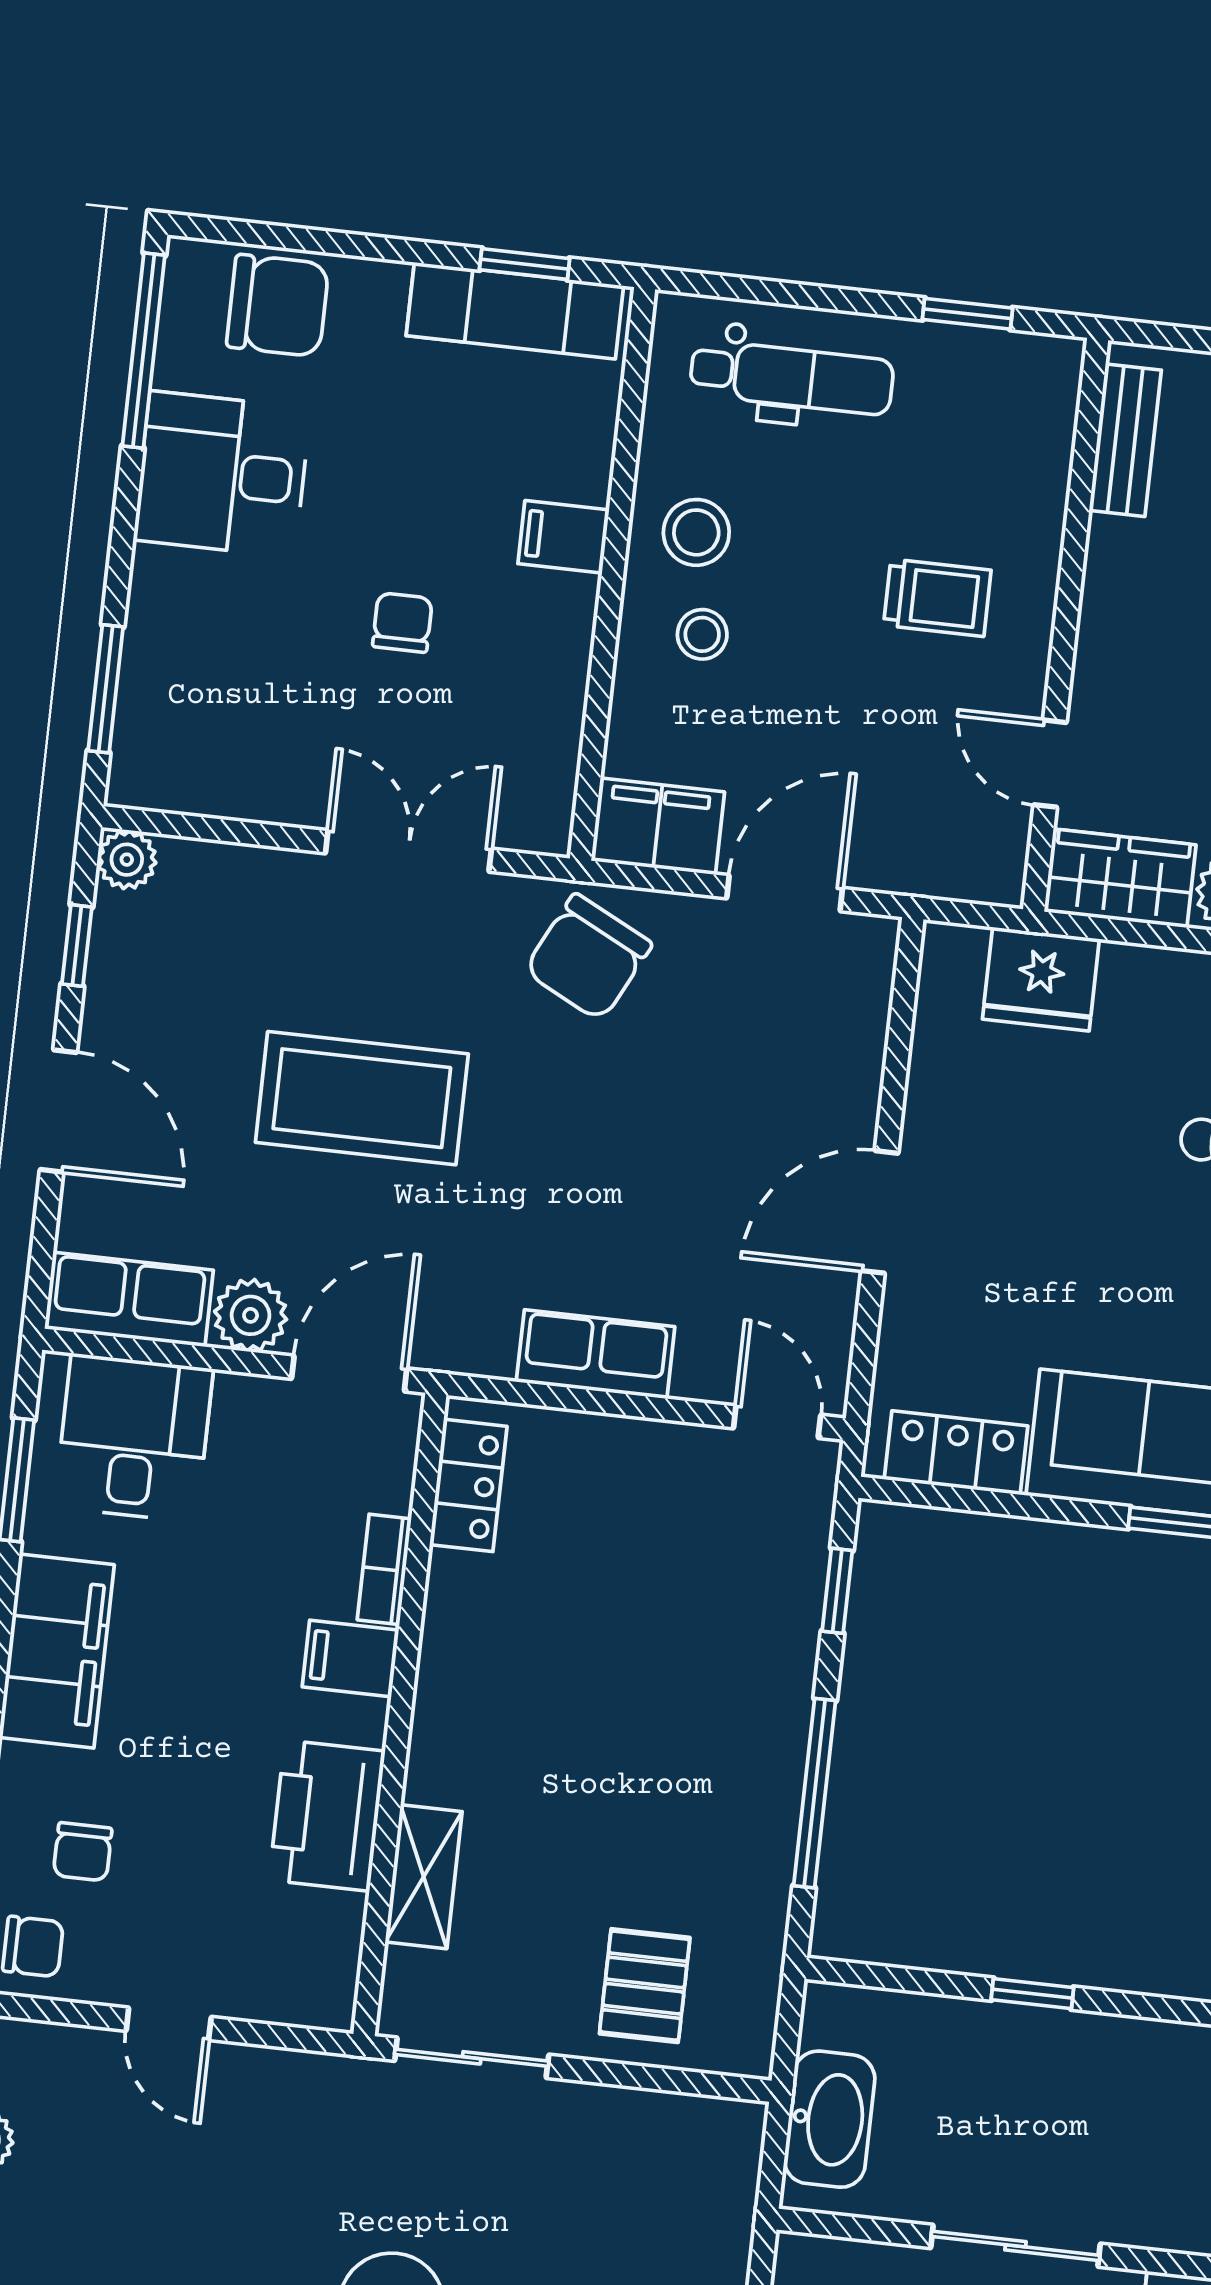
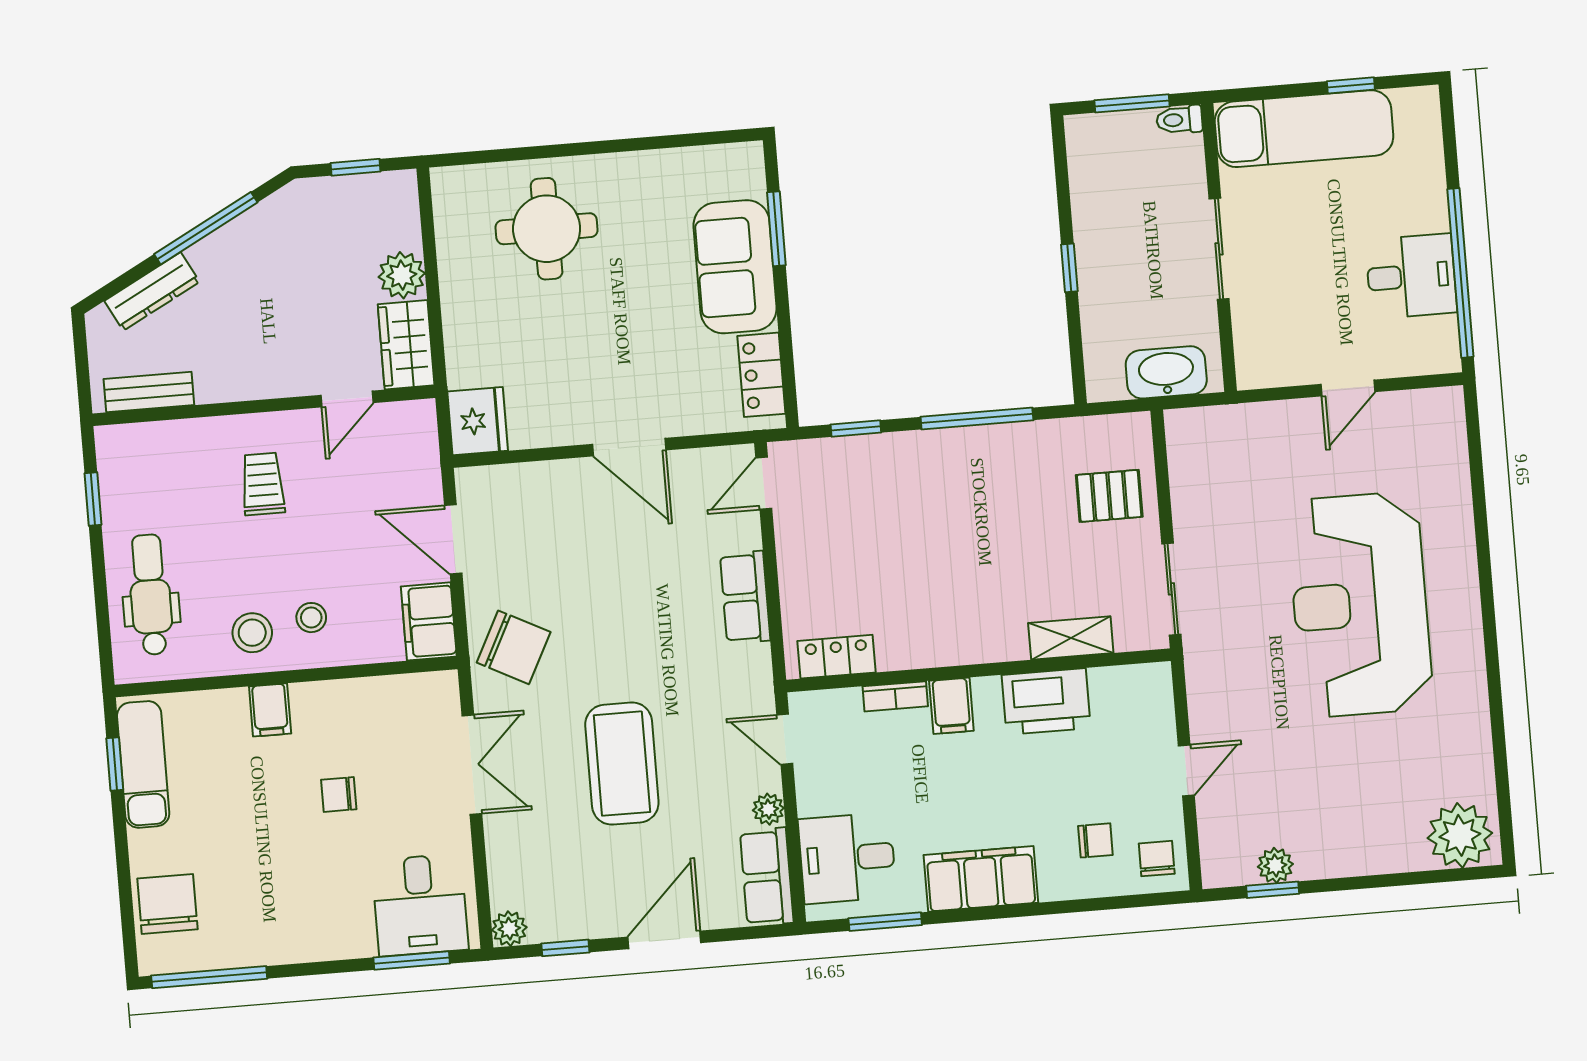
desk: (222, 474) -> (420, 905), moved
double door: (408, 851) -> (472, 765), swing flipped
fridge: (1041, 979) -> (478, 421), moved
plant: (251, 1315) -> (768, 809), width x0.73, depth x0.73
door: (349, 1374) -> (785, 739), width x0.73

